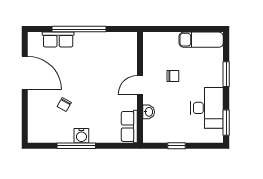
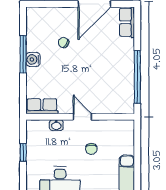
window: (79, 29) -> (137, 77), moved
row of seats: (58, 40) -> (127, 22), moved

